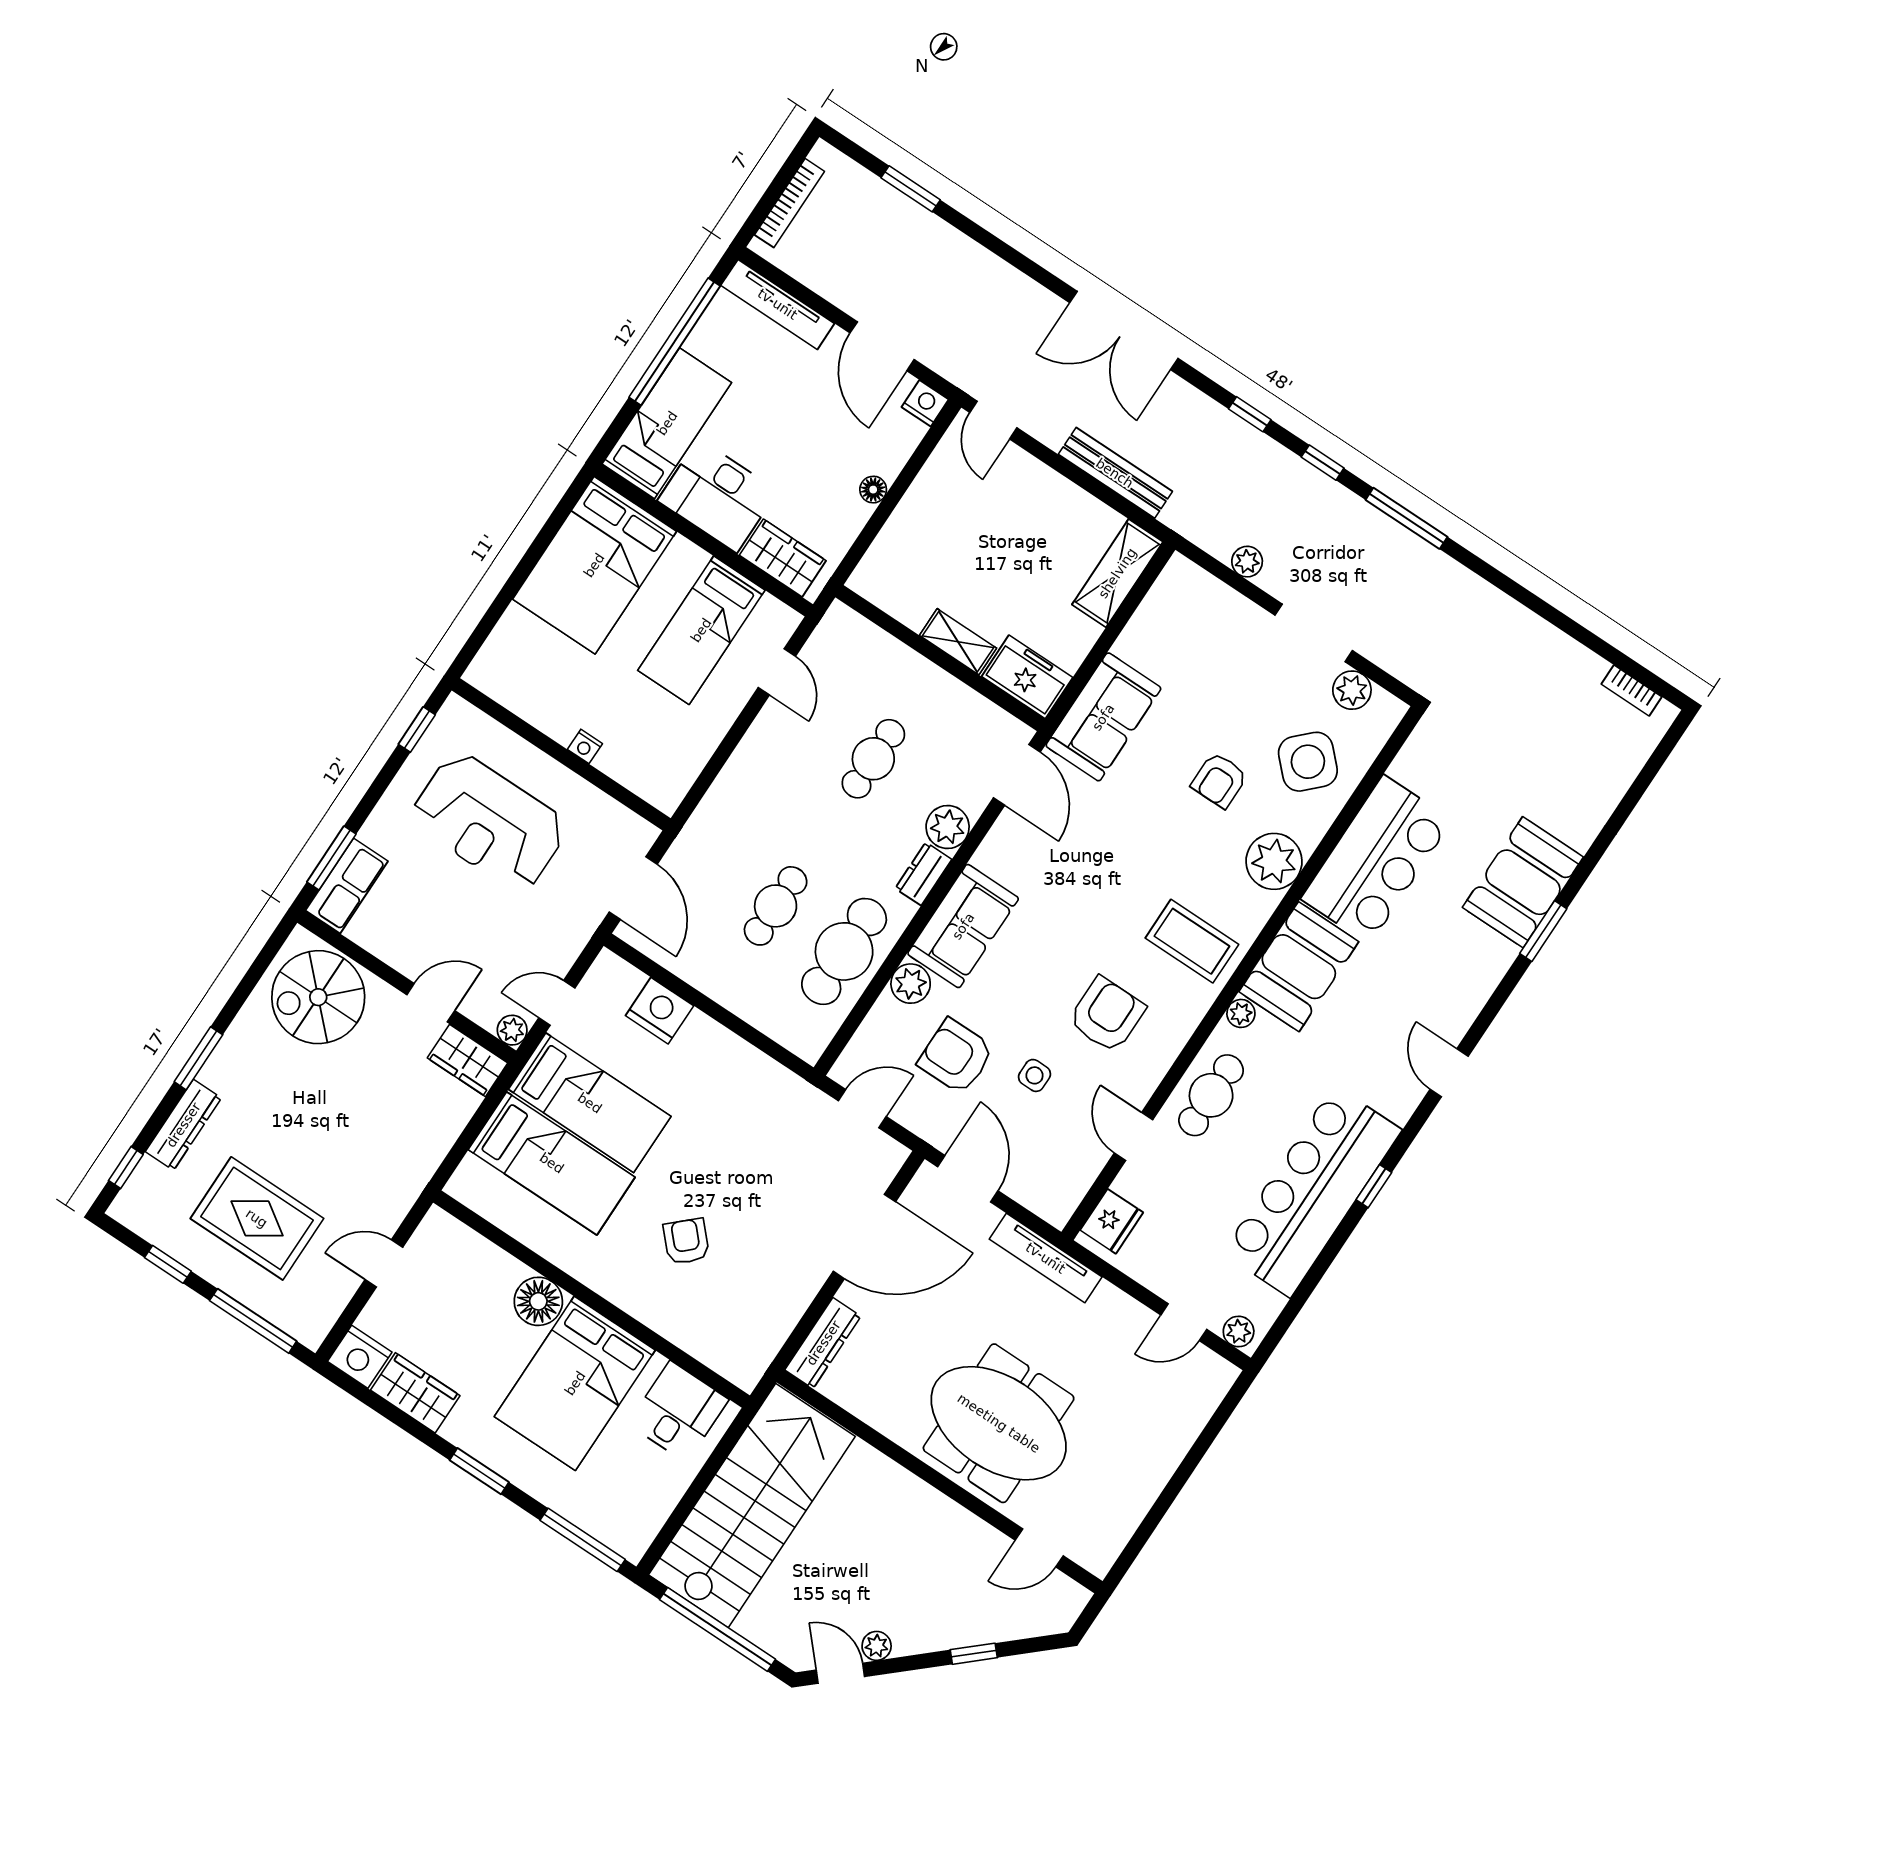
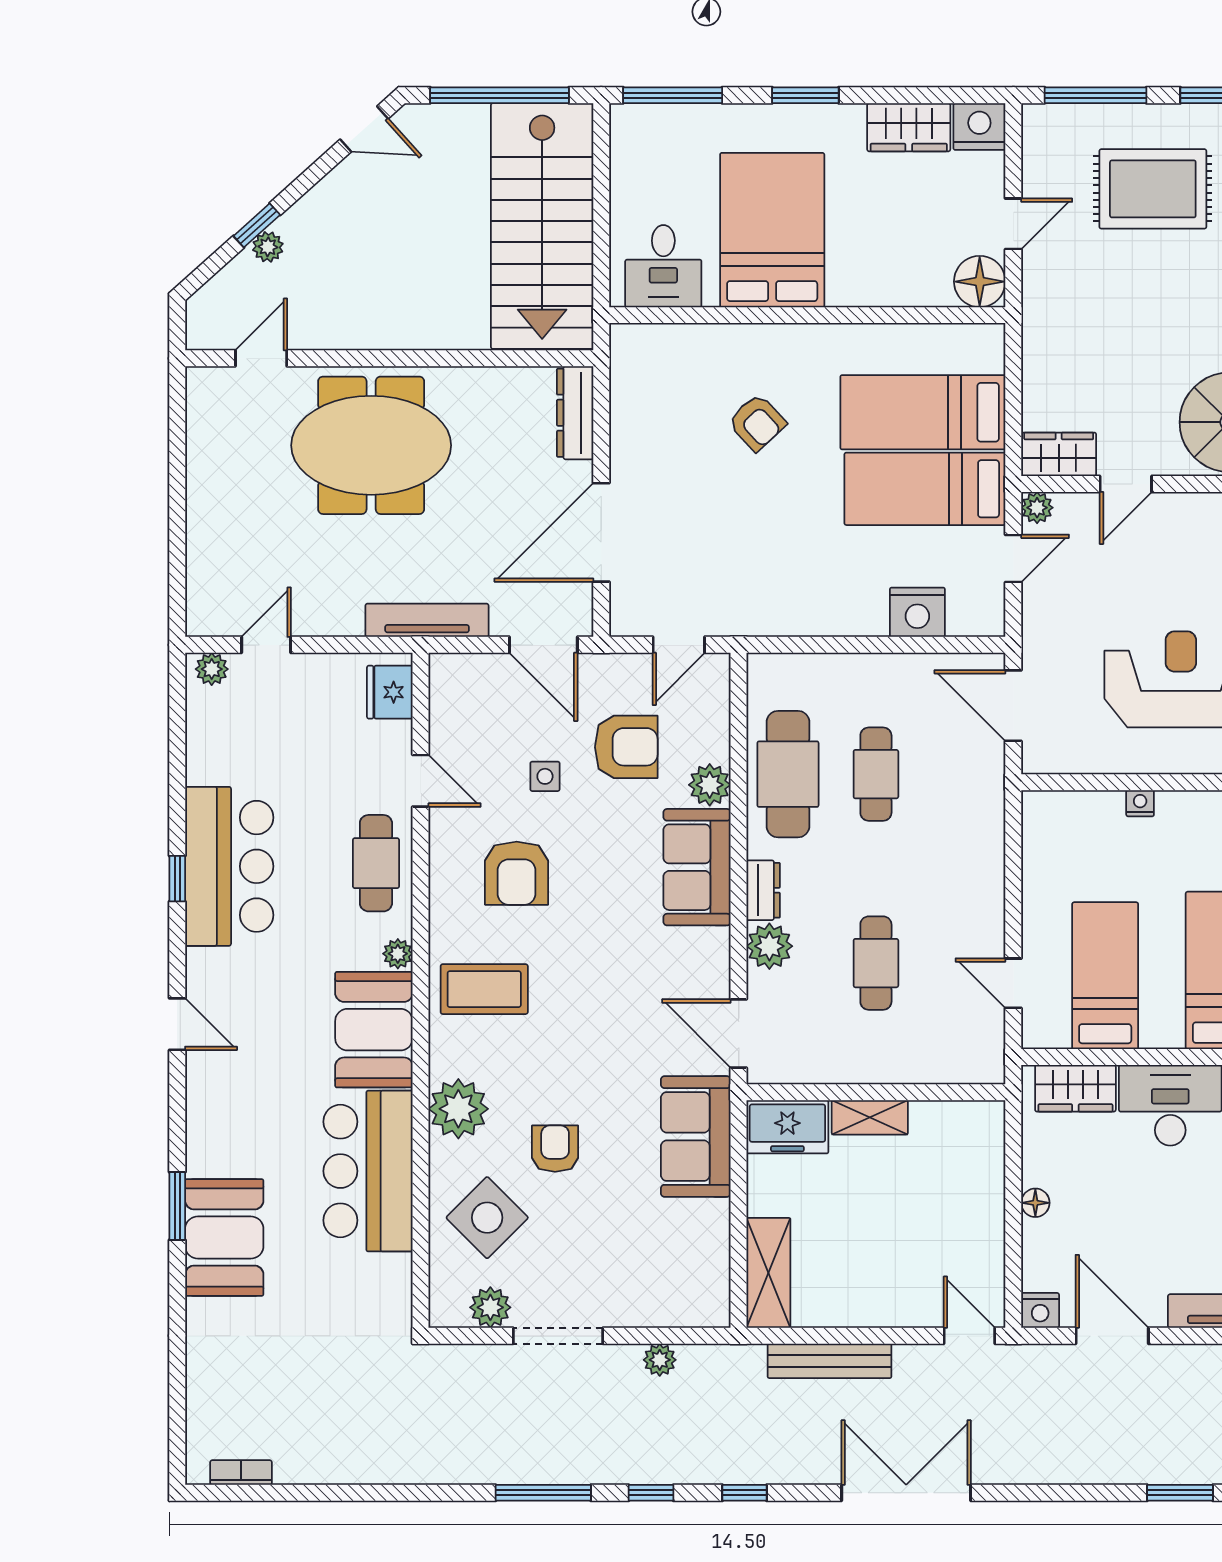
bar counter: (1312, 1191) -> (229, 866), width x0.73
floor lamp: (538, 1301) -> (980, 282), moved
plant: (877, 1646) -> (268, 247), moved

